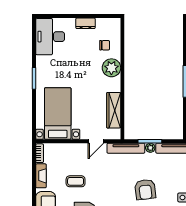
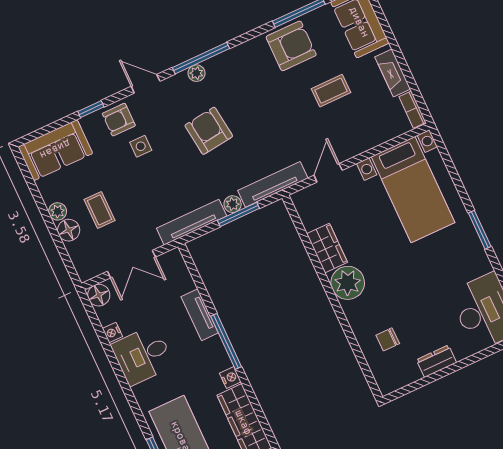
plant: (111, 68) -> (348, 283), moved
wardrobe: (114, 110) -> (327, 248), width x0.67

